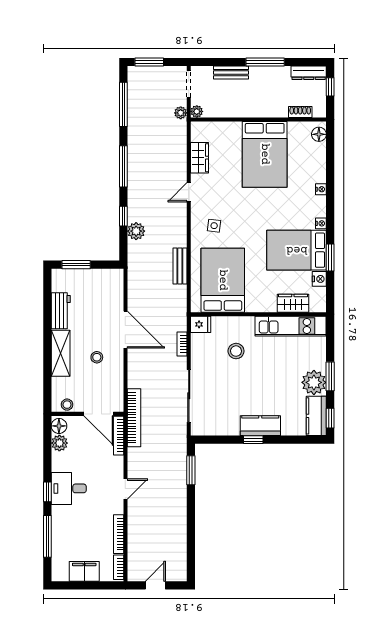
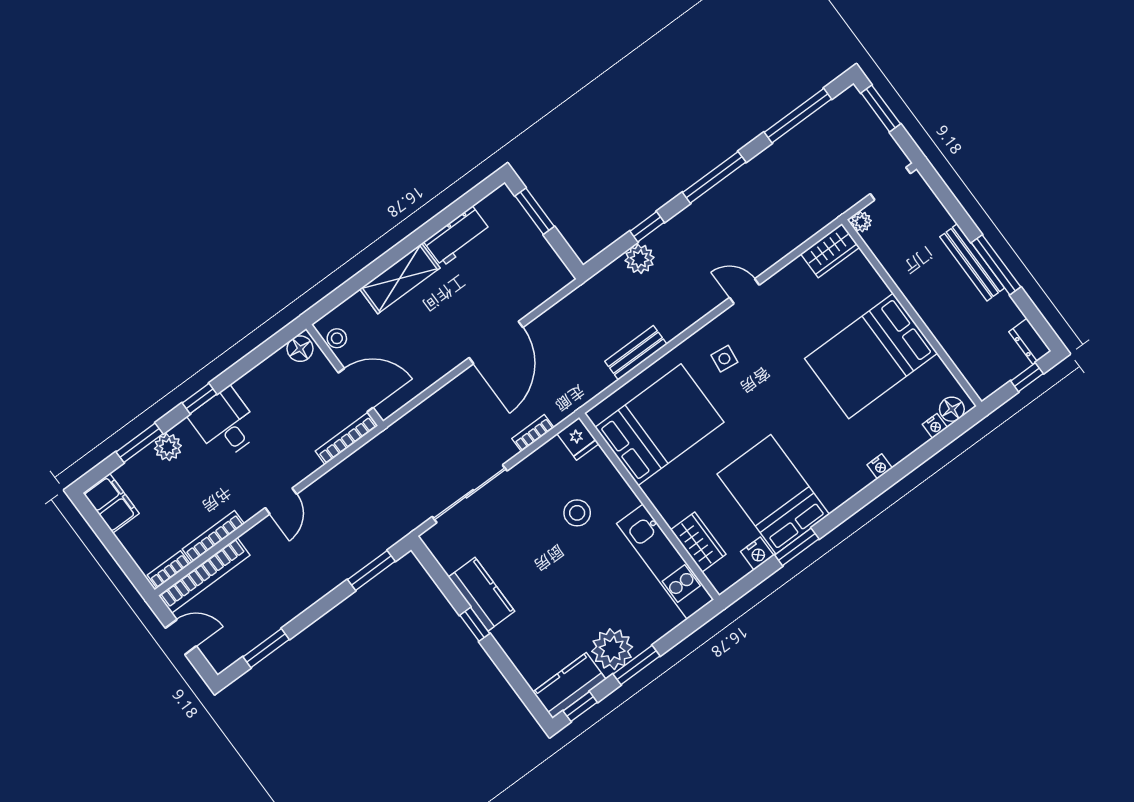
bench: (231, 73) -> (972, 262), moved, width x1.36
dresser: (309, 73) -> (1030, 341), width x0.70
shoe rack: (300, 112) -> (963, 362), removed
plant: (181, 113) -> (843, 201), removed
wardrobe: (200, 158) -> (830, 251), moved
nightstand: (321, 223) -> (935, 426), moved
stool: (97, 357) -> (430, 331), removed
door: (99, 414) -> (356, 390), swing flipped
bookcase: (134, 418) -> (204, 575), moved
kitchen counter: (260, 426) -> (482, 594), moved
plant: (59, 443) -> (168, 447), moved
door: (125, 489) -> (281, 501), hinge flipped
window: (47, 536) -> (139, 443), width x0.69
window: (191, 548) -> (266, 648), added
filing cabinet: (84, 571) -> (111, 503), moved

